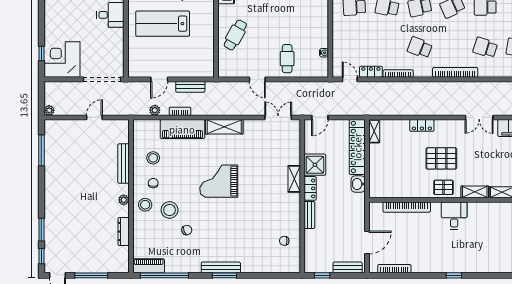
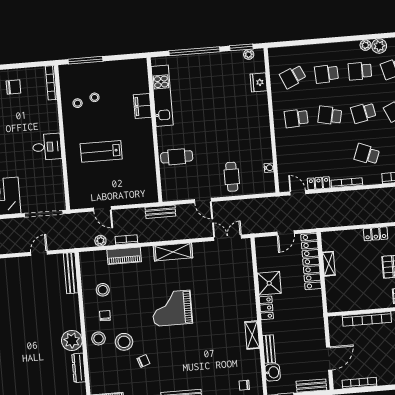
lab bench: (163, 24) -> (101, 151), width x0.73, depth x0.72
cafe table: (235, 35) -> (177, 157), turned 61
door: (159, 79) -> (102, 209), hinge flipped
bench: (190, 87) -> (160, 212), moved
door: (320, 117) -> (286, 233), moved
piano: (182, 129) -> (124, 256), width x0.73, depth x0.75
shelving: (374, 131) -> (329, 264), moved
bench: (123, 163) -> (71, 273), moved
shelving: (294, 179) -> (252, 335), moved
washbasin: (358, 184) -> (273, 372), moved, turned 180
plant: (124, 200) -> (72, 340), width x1.87, depth x1.87
bench: (309, 215) -> (269, 349), moved
chair: (284, 241) -> (244, 385), moved

